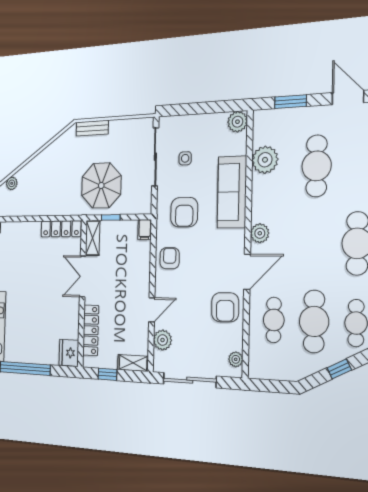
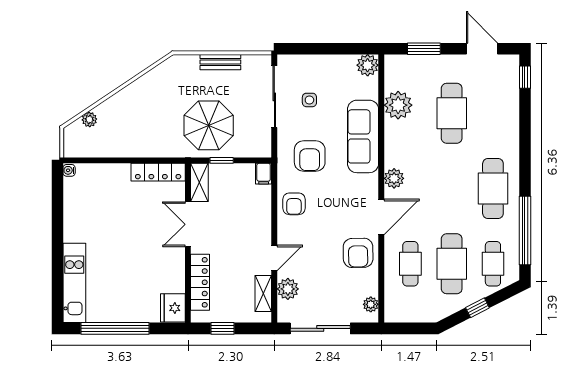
bench: (92, 128) -> (220, 62), moved
armchair: (170, 258) -> (294, 204), turned 180
shelving: (133, 363) -> (263, 294), moved, turned 90

